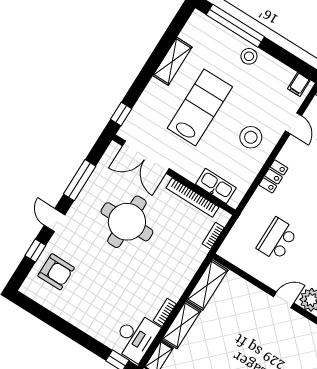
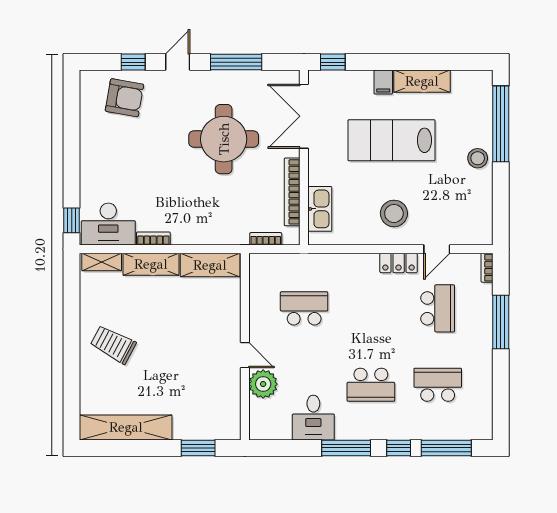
filing cabinet: (299, 85) -> (383, 82), moved, turned -90
lab bench: (200, 108) -> (391, 140), turned 180
locker: (273, 176) -> (399, 263), moved
armchair: (56, 272) -> (124, 98), turned -80

